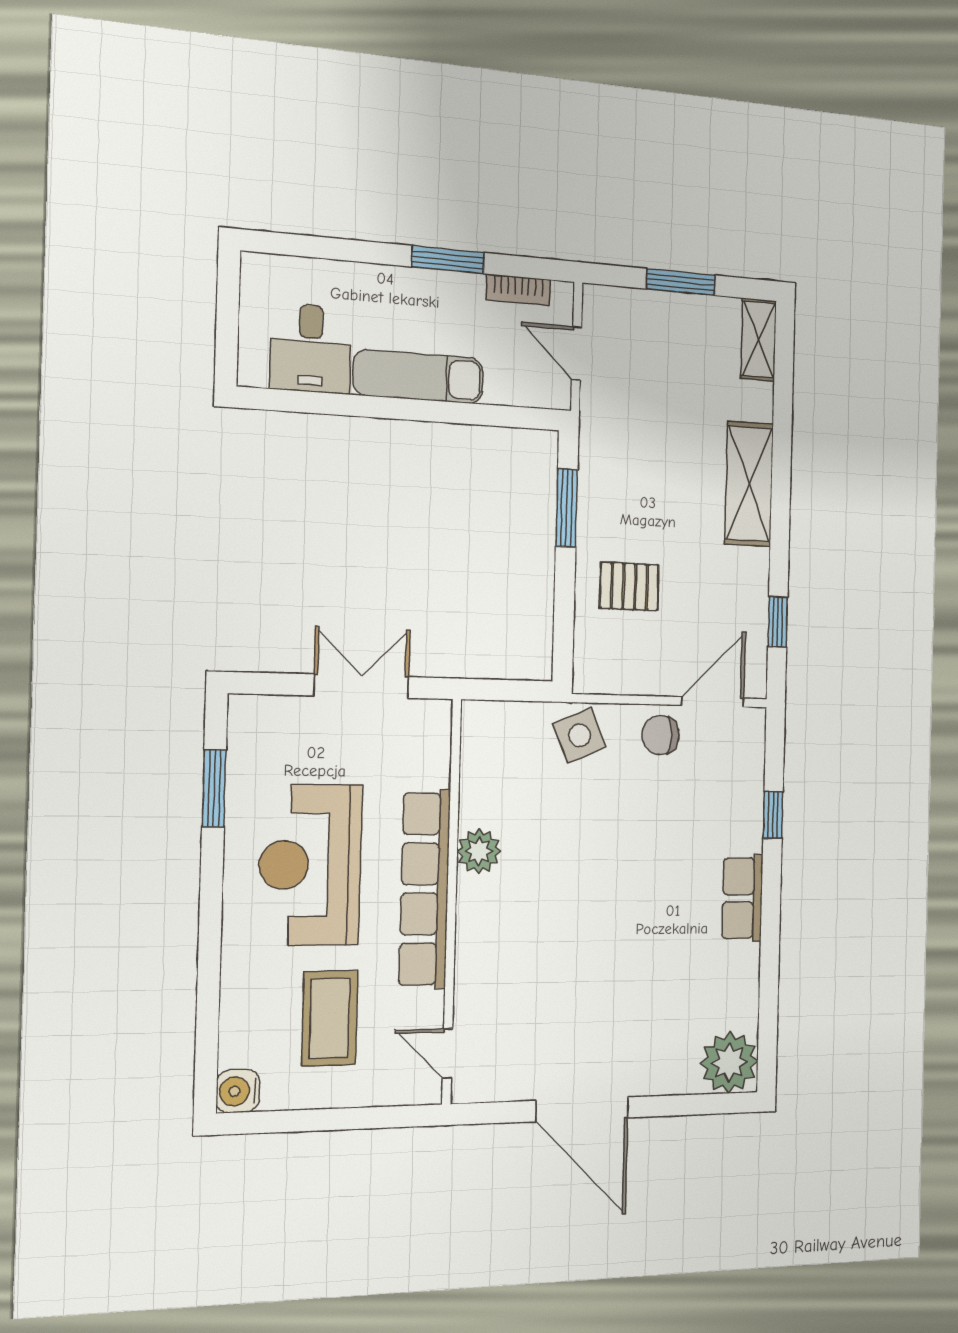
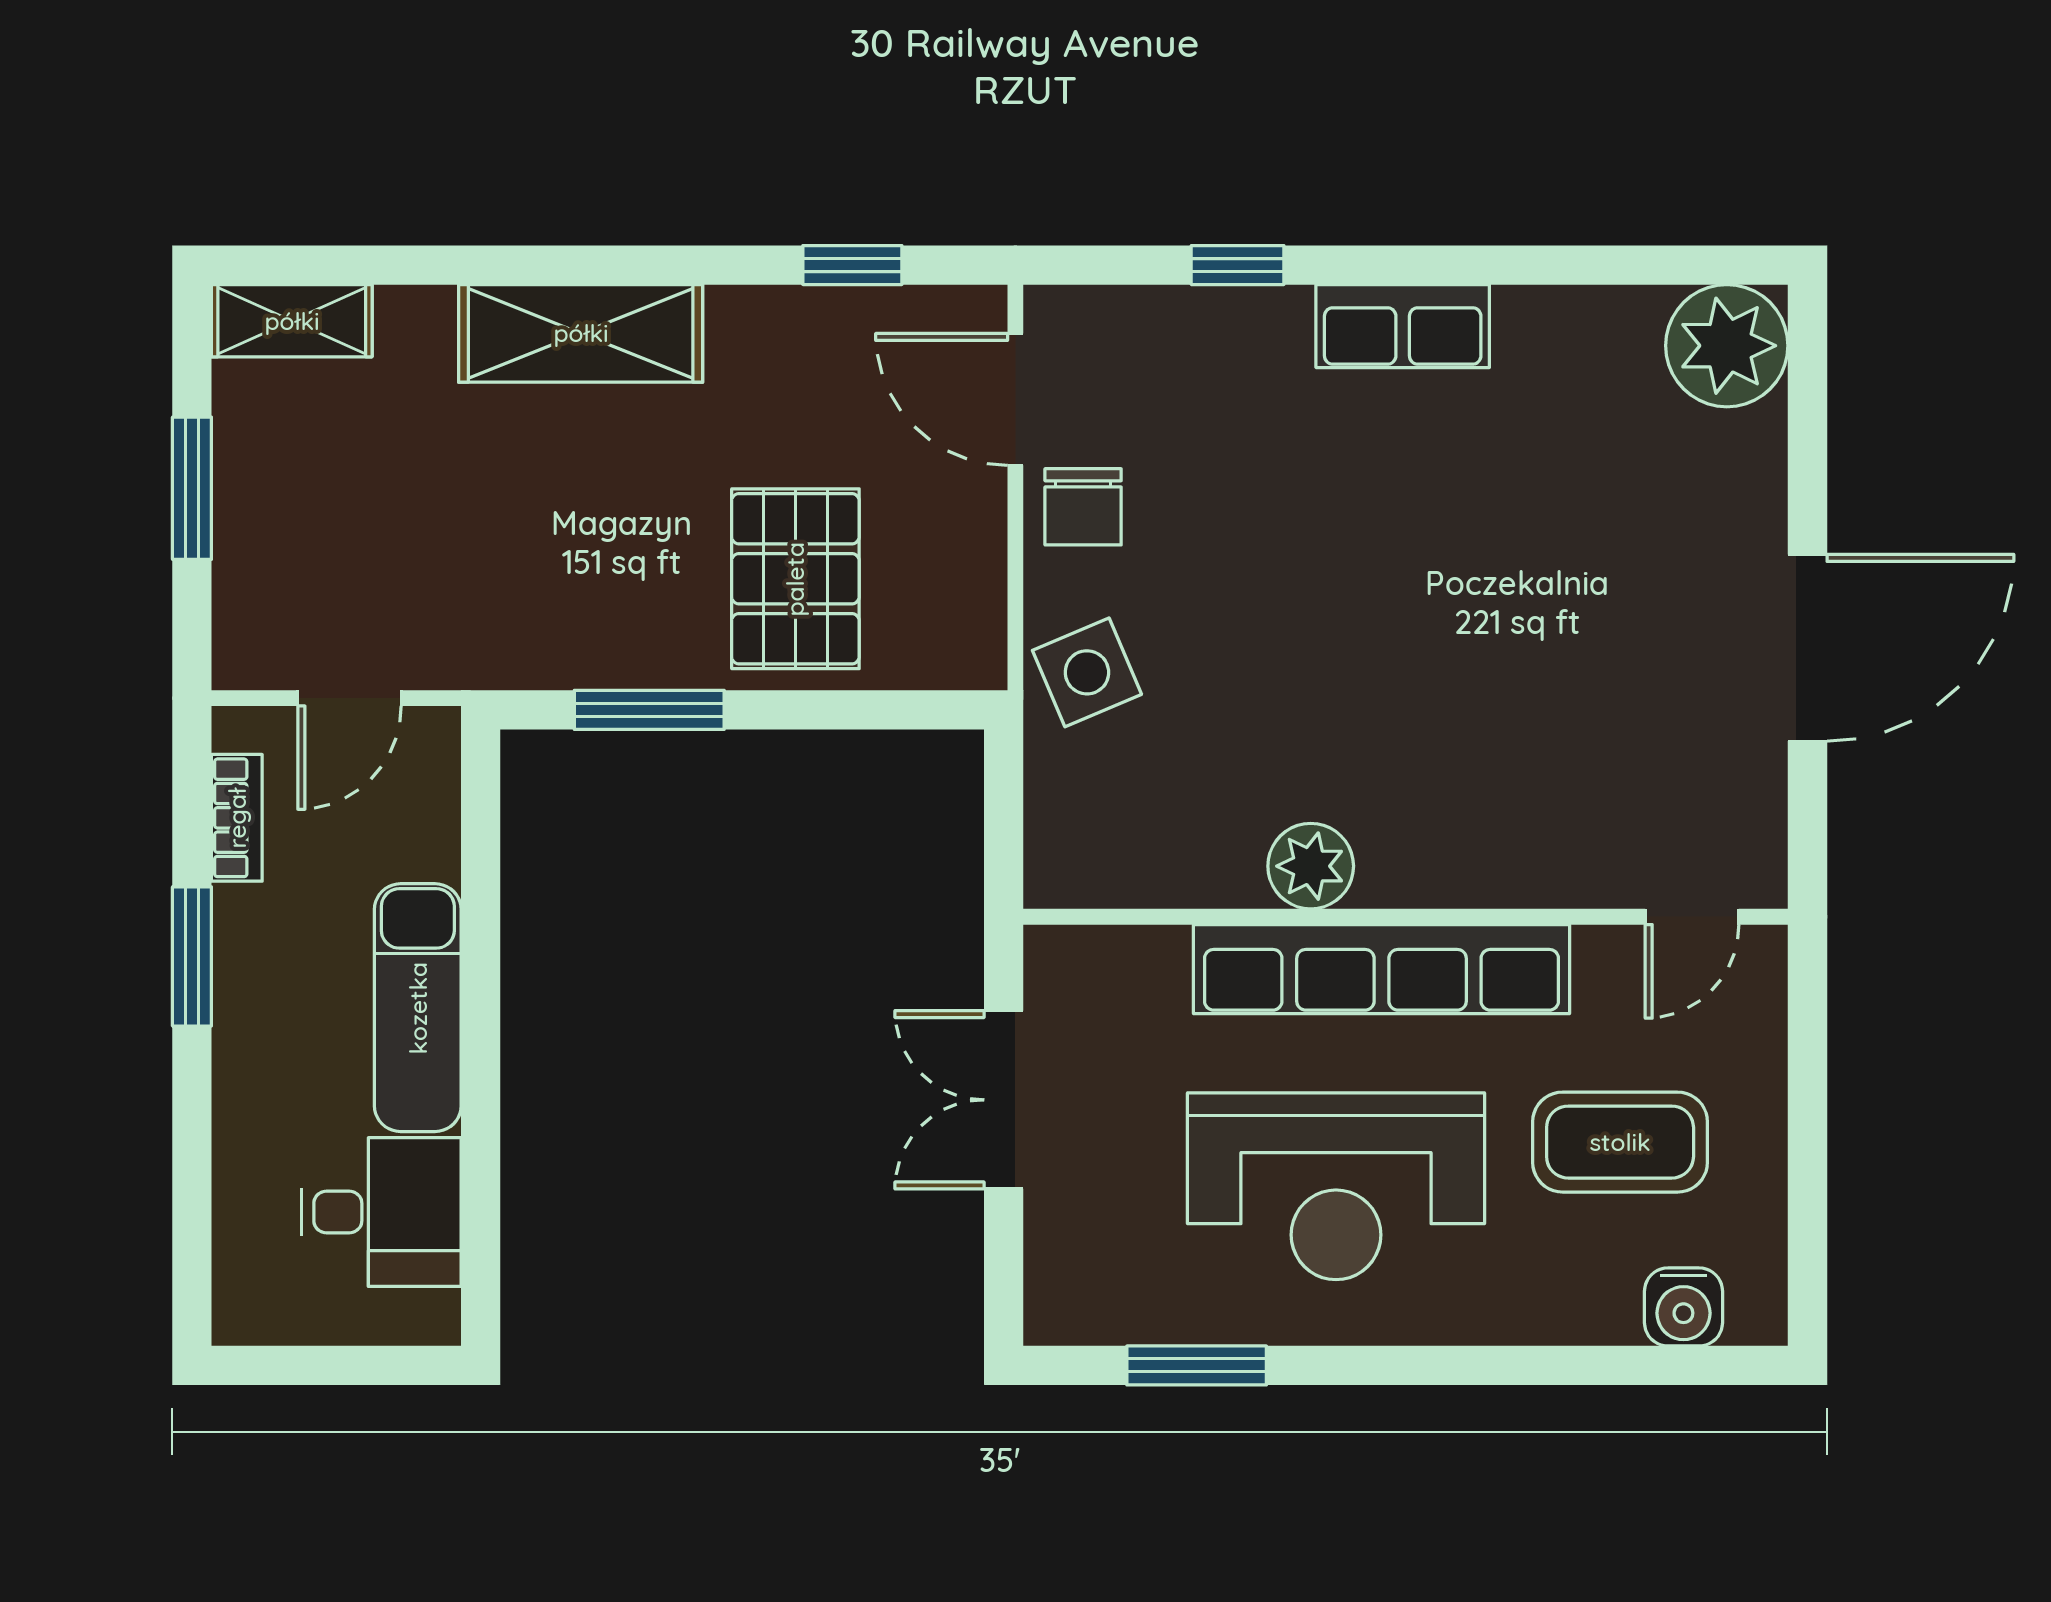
pallet: (629, 587) -> (795, 579), width x1.50, depth x1.42
water cooler: (238, 1091) -> (1683, 1307), moved

